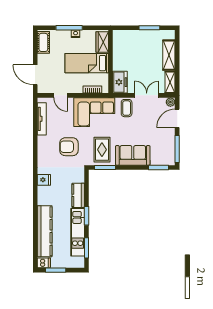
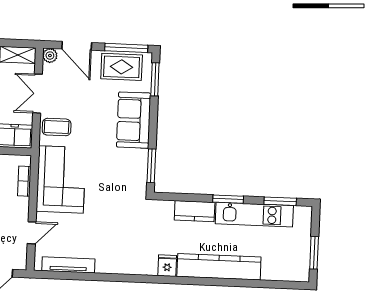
armchair: (69, 147) -> (115, 223), removed
rug: (102, 150) -> (122, 67), moved
kitchen counter: (45, 231) -> (219, 267), moved
dishwasher: (44, 263) -> (302, 271), removed

